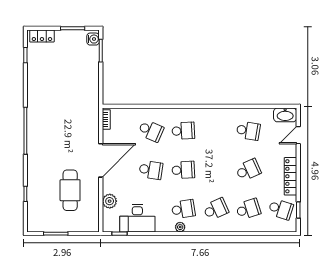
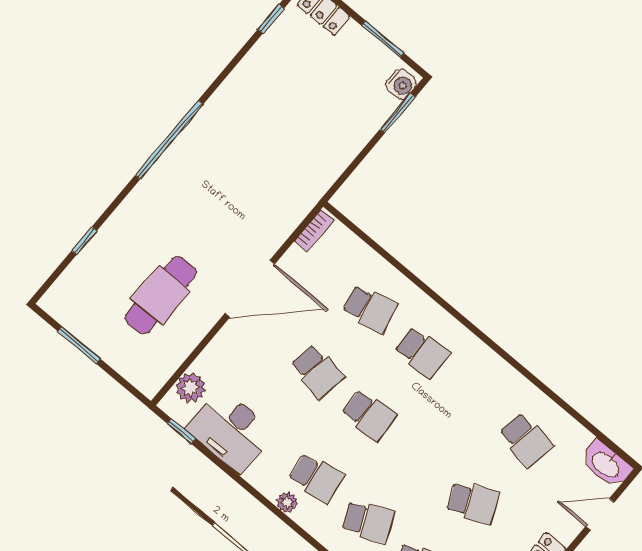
school desk: (151, 131) -> (370, 309), turned -36
plant: (110, 201) -> (190, 388), moved

